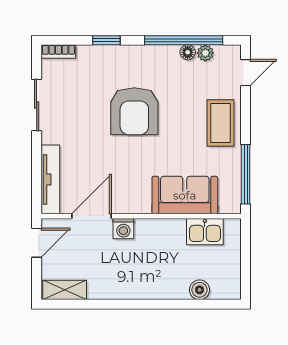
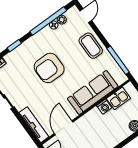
armchair: (134, 111) -> (49, 68), turned 90
sofa: (185, 195) -> (93, 92), width x1.36
washing machine: (123, 229) -> (104, 107), moved

